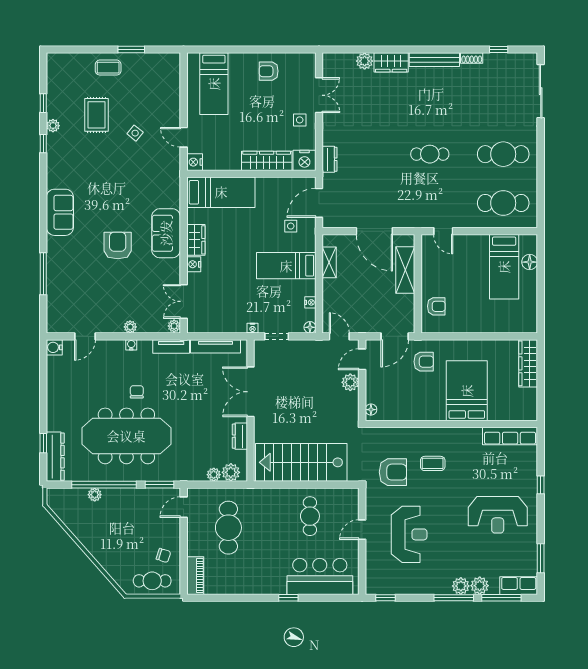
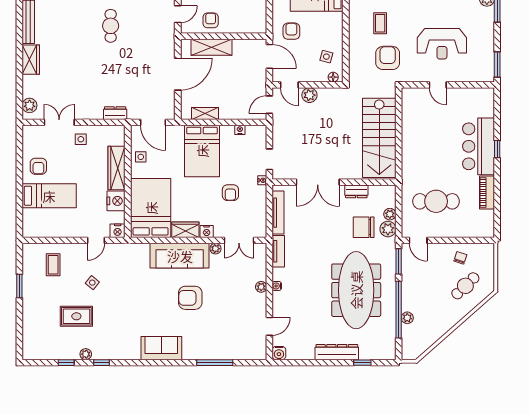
plant: (365, 61) -> (30, 105), moved
coffee table: (108, 68) -> (53, 265), moved
bed: (214, 84) -> (49, 196), moved
nightstand: (304, 160) -> (116, 201), moved
bed: (221, 192) -> (151, 208), width x1.50
side table: (291, 226) -> (141, 157), moved
sofa: (166, 233) -> (180, 256), width x1.36
bed: (286, 266) -> (202, 151), width x1.50
armchair: (238, 292) -> (230, 193), added
armchair: (436, 306) -> (211, 20), moved
plant: (174, 326) -> (215, 249), moved
floor lamp: (310, 327) -> (262, 130), removed
door: (85, 336) -> (269, 326), hinge flipped
chair: (137, 392) -> (364, 227), moved, width x1.87, depth x1.87
side table: (394, 402) -> (326, 57), added
dresser: (55, 457) -> (337, 352), moved
plant: (231, 472) -> (388, 229), moved
cafe table: (310, 516) -> (426, 130), removed
reception desk: (409, 534) -> (442, 44), turned 180
piano: (195, 576) -> (487, 192), moved, turned -90
bar counter: (320, 576) -> (479, 146), moved
cafe table: (152, 581) -> (465, 286), moved, turned 46
window: (386, 598) -> (497, 64), width x1.50

